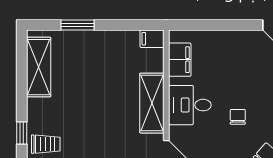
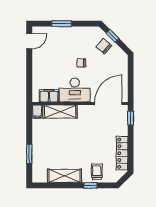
shelving: (39, 67) -> (64, 176), moved
shelving: (152, 103) -> (60, 112), moved
desk: (190, 105) -> (75, 90), width x1.37

